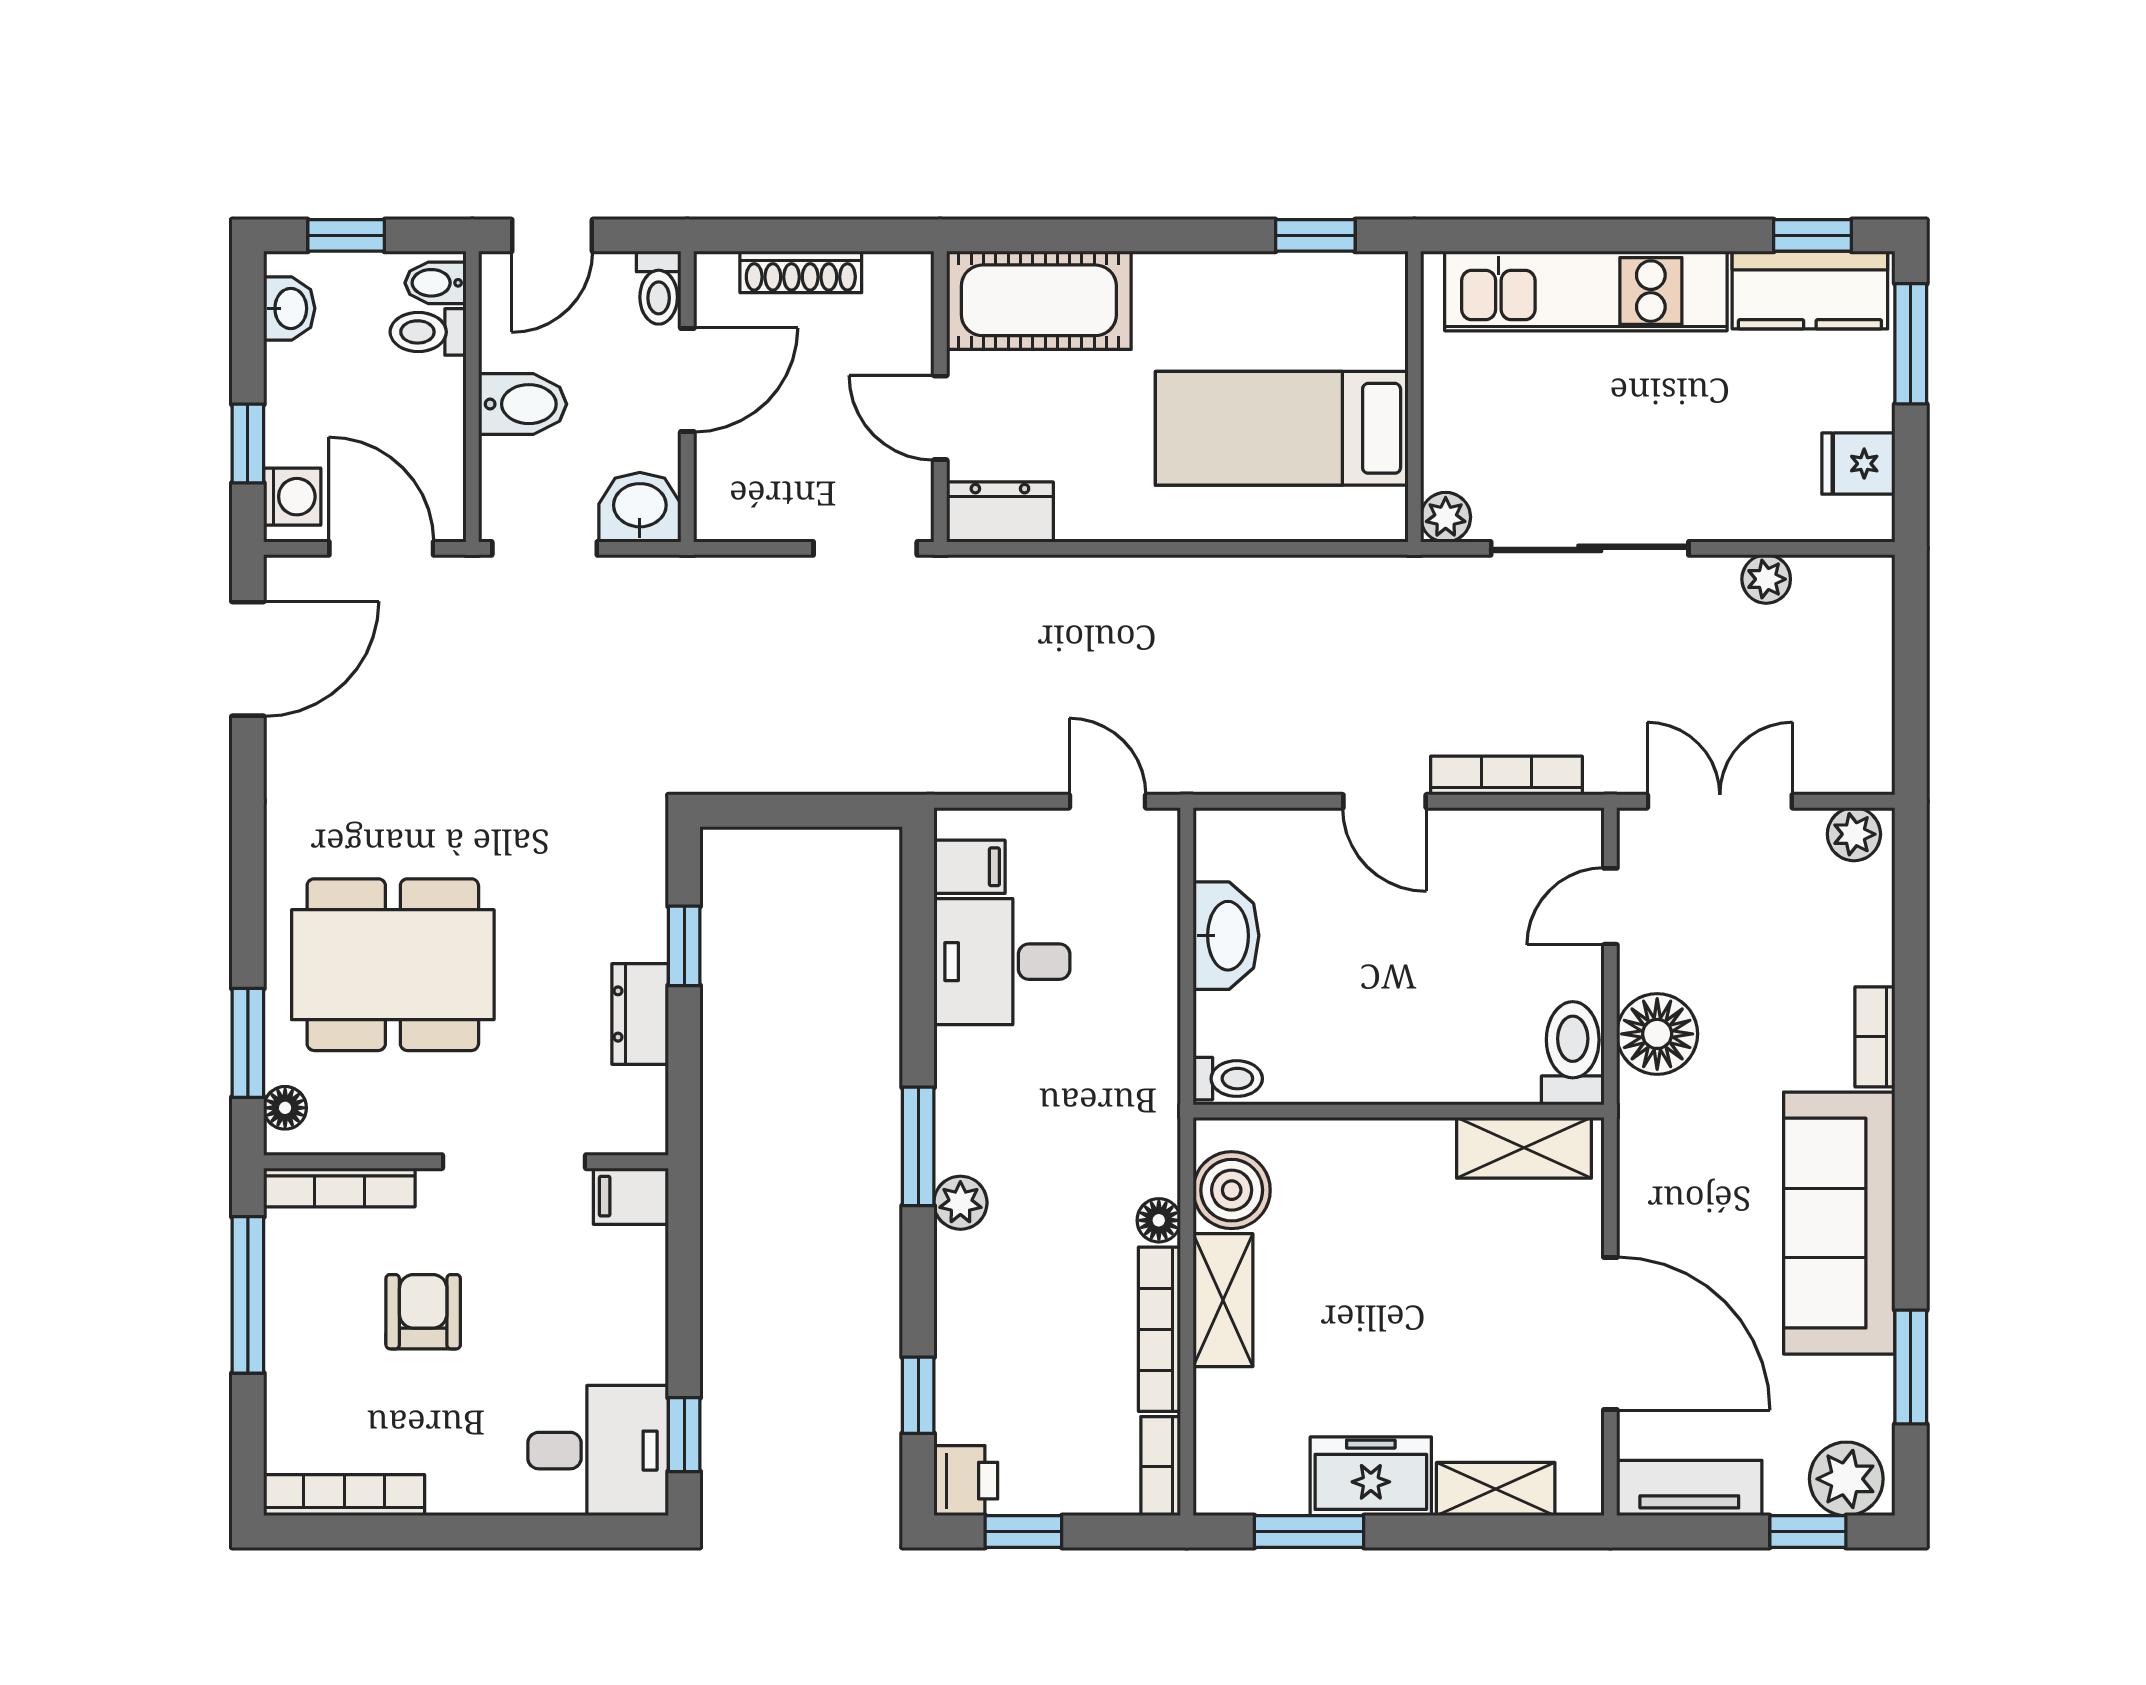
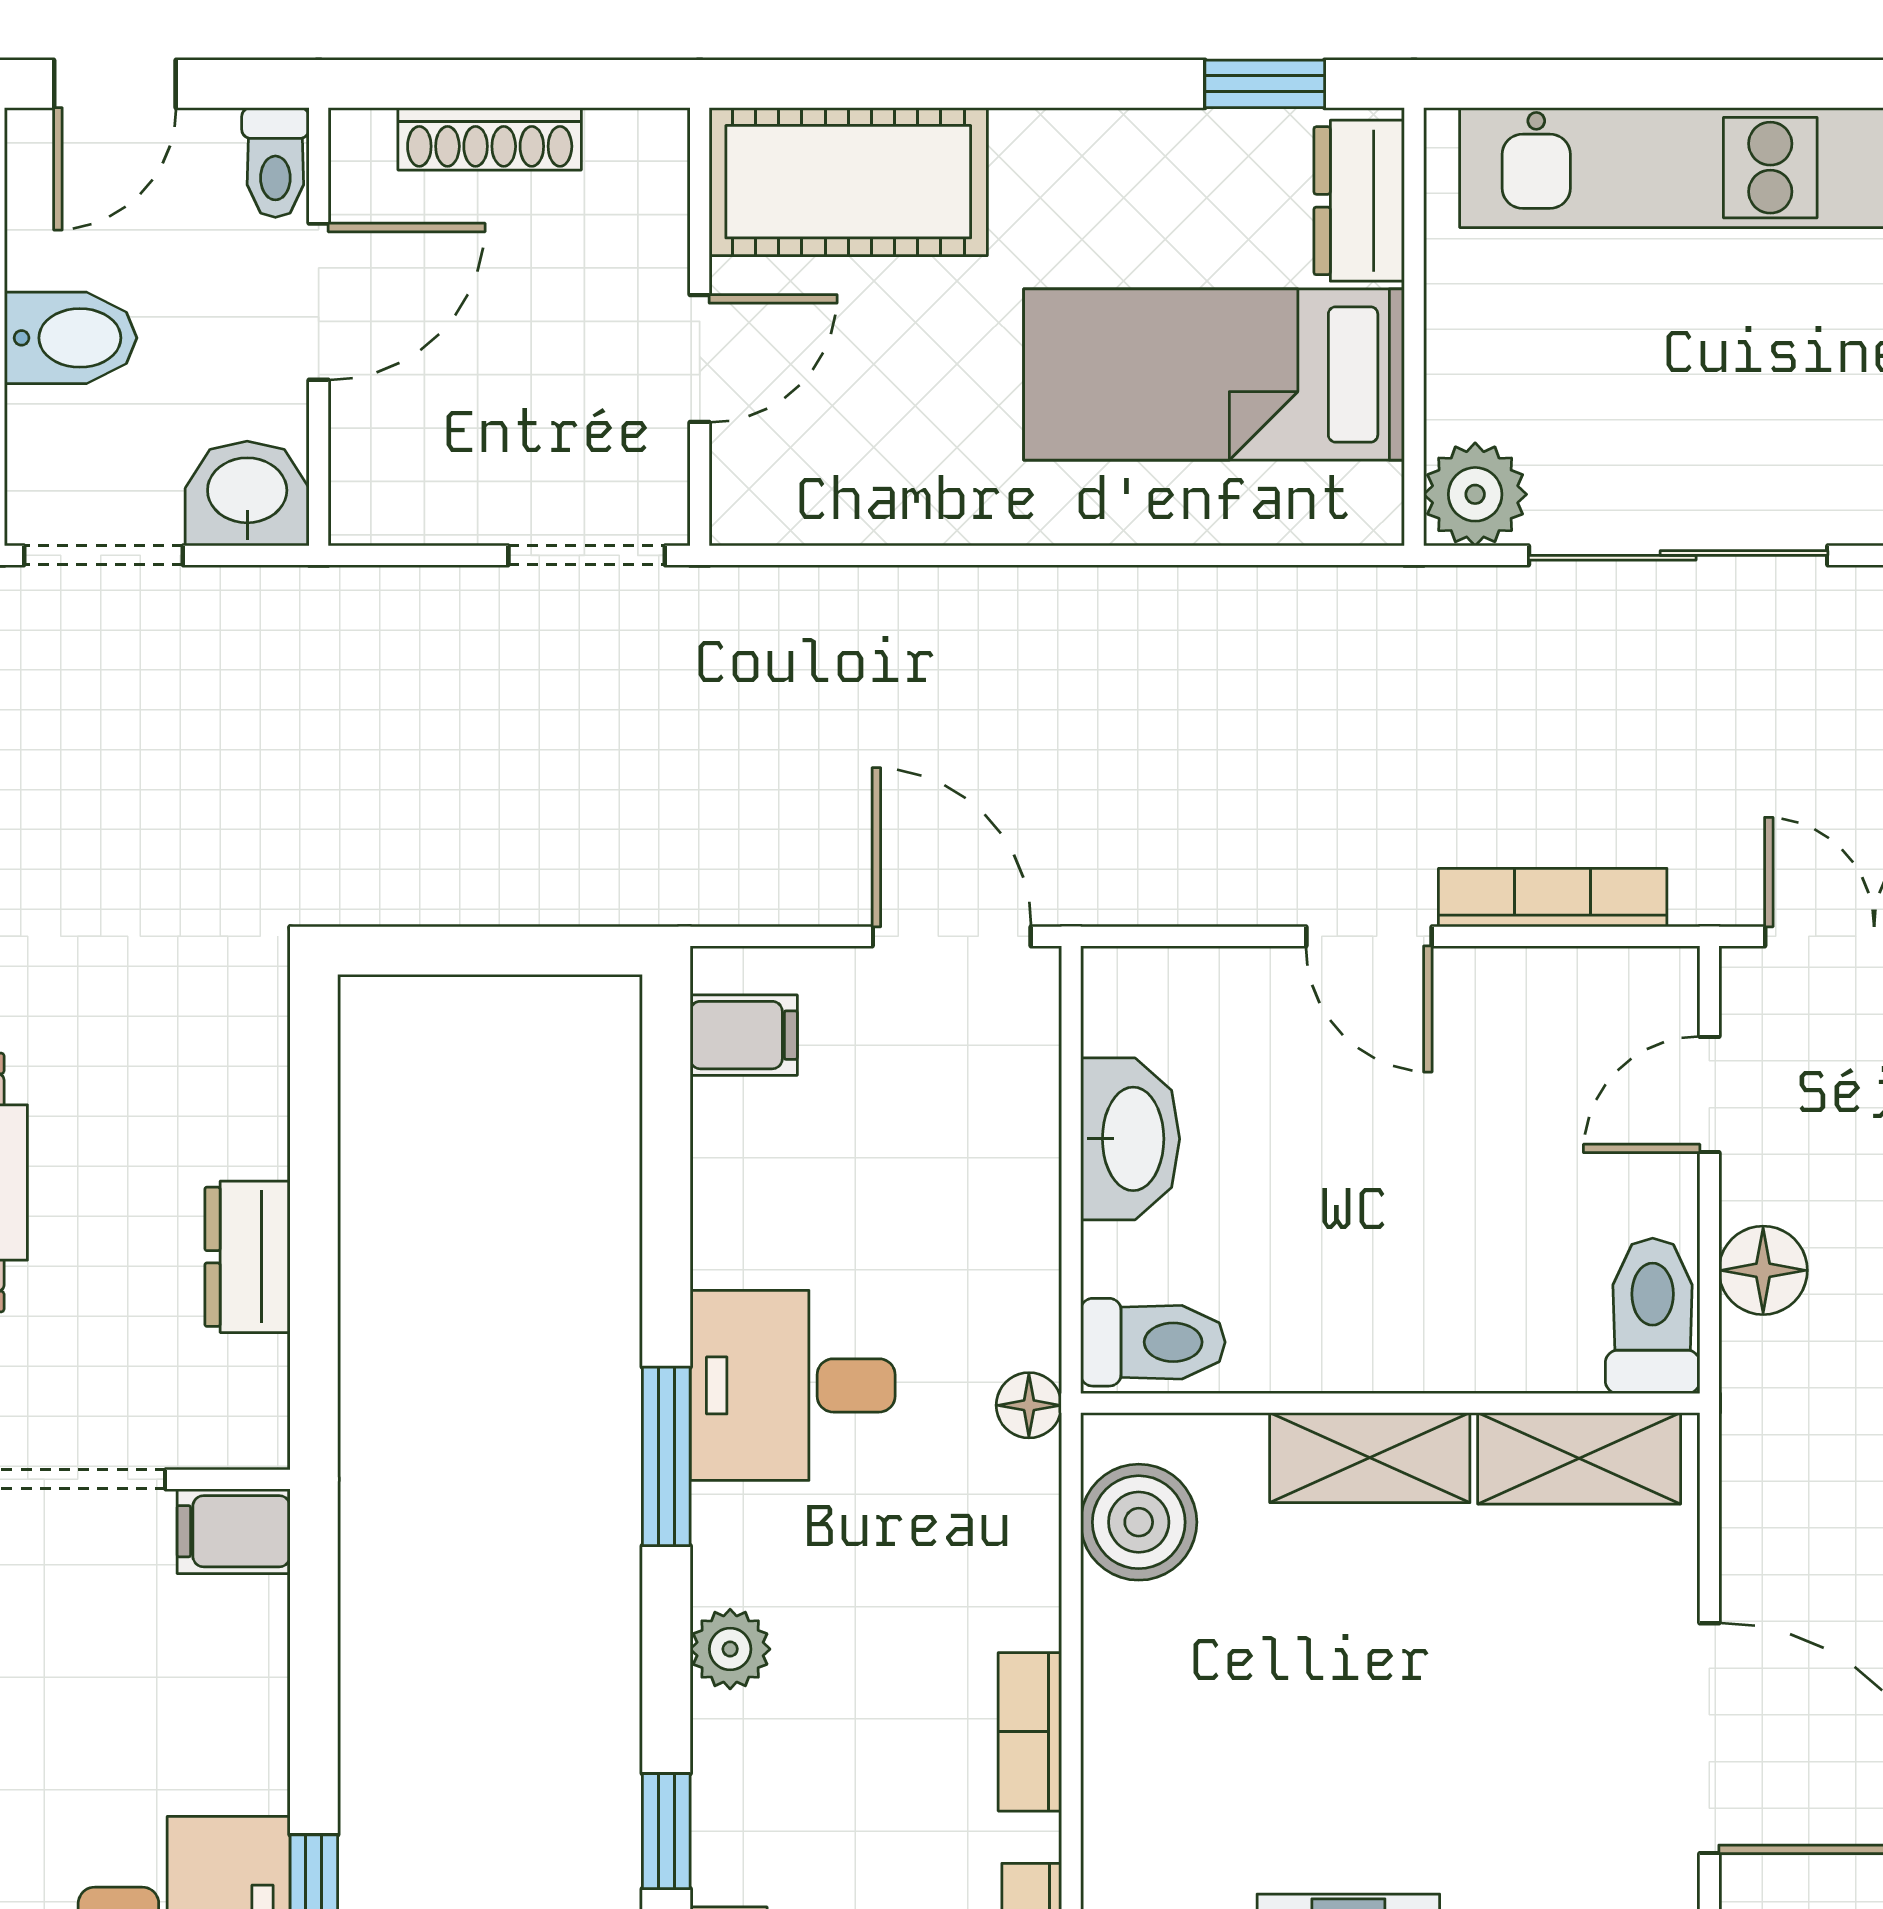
door: (940, 418) -> (700, 359), swing flipped
dresser: (1000, 512) -> (1359, 201), moved, turned -90
plant: (1446, 517) -> (1475, 494), width x1.38, depth x1.38
door: (1108, 801) -> (952, 936), width x1.38
window: (684, 946) -> (314, 1154), removed
desk: (1002, 962) -> (793, 1385), moved
floor lamp: (1657, 1034) -> (1763, 1270), width x0.73, depth x0.73
toilet: (1228, 1079) -> (1153, 1342), width x1.37, depth x1.39
plant: (960, 1203) -> (730, 1649), moved
floor lamp: (1159, 1220) -> (1029, 1405), moved
shelving: (1223, 1300) -> (1370, 1458), moved, turned 90
bookcase: (1159, 1329) -> (1030, 1732), width x0.64

